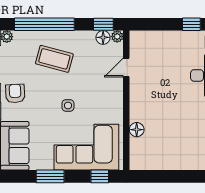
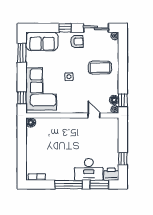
window: (44, 24) -> (123, 61), removed
coffee table: (54, 59) -> (100, 68), turned 75
floor lamp: (137, 130) -> (31, 122), moved
window: (50, 176) -> (22, 53), moved

